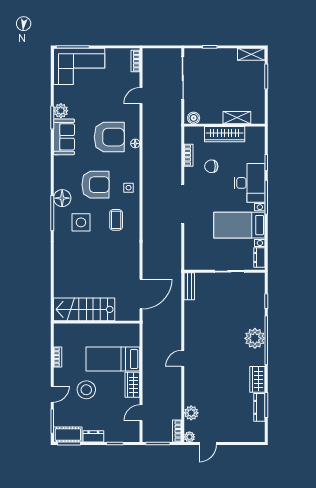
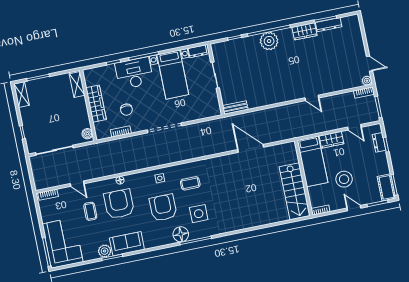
coffee table: (108, 104) -> (90, 211), added
shelving: (237, 118) -> (77, 84), moved
stairs: (84, 309) -> (295, 191), moved
wall: (97, 322) -> (304, 178), moved
door: (183, 358) -> (312, 98), moved
plant: (191, 413) -> (346, 83), removed
dresser: (93, 436) -> (379, 142), moved

